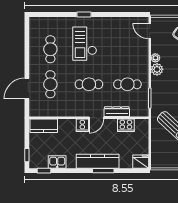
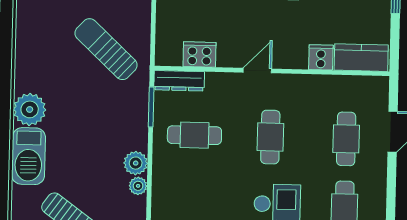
cafe table: (89, 84) -> (270, 137), turned 90
dresser: (117, 112) -> (179, 81), moved
cooker: (82, 125) -> (321, 57), moved

